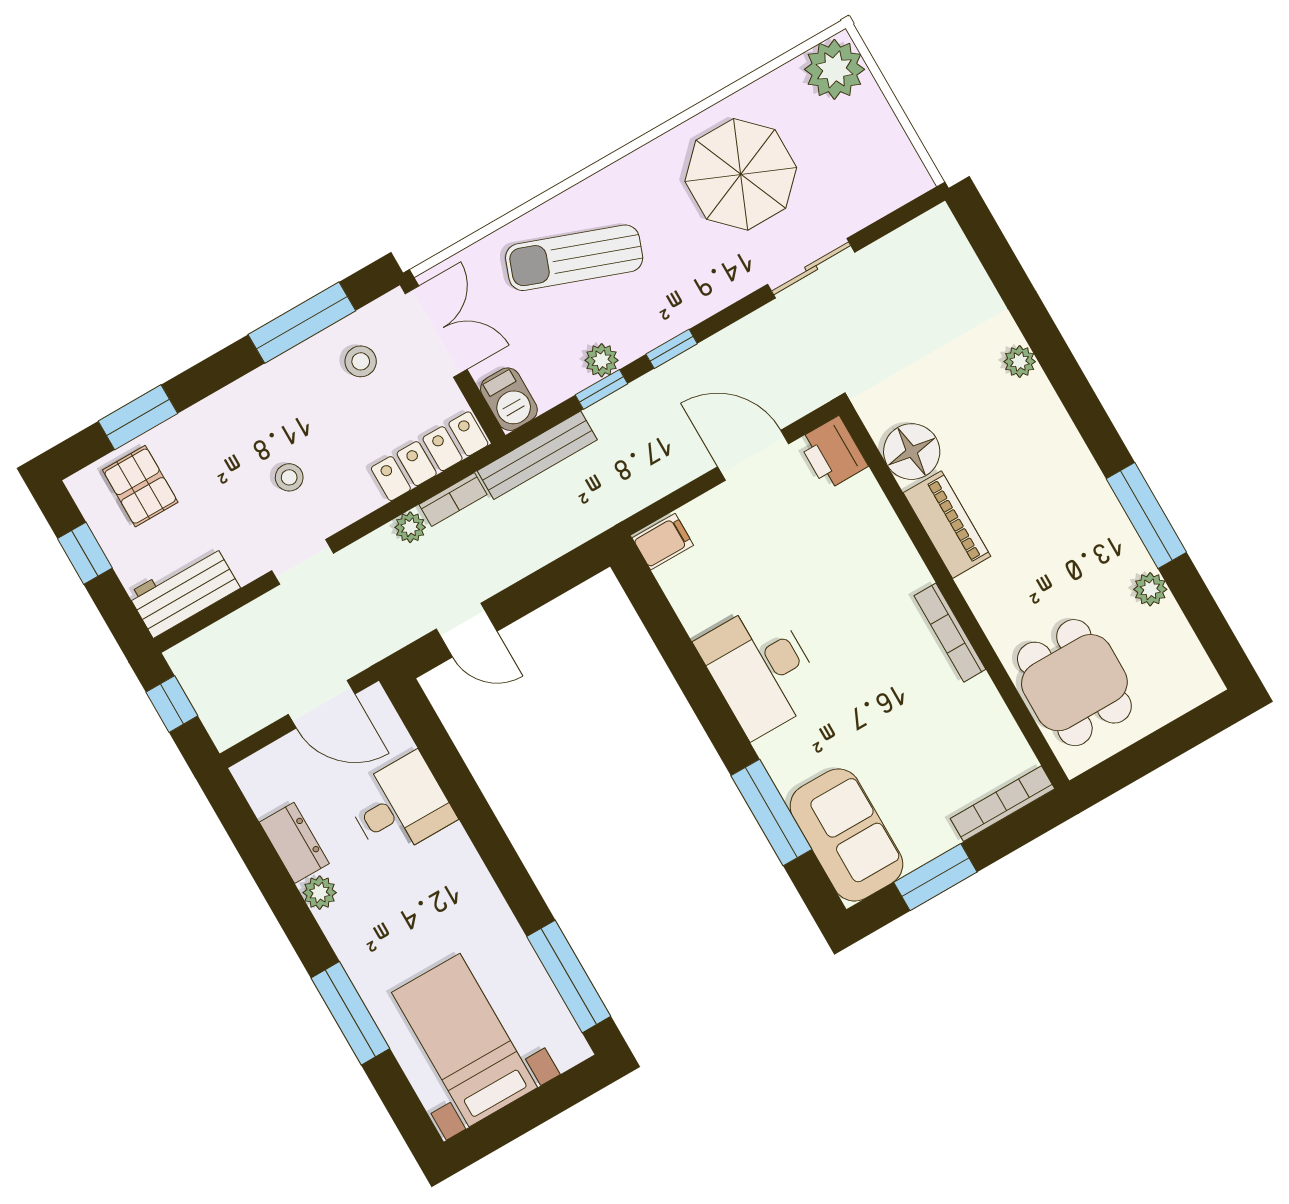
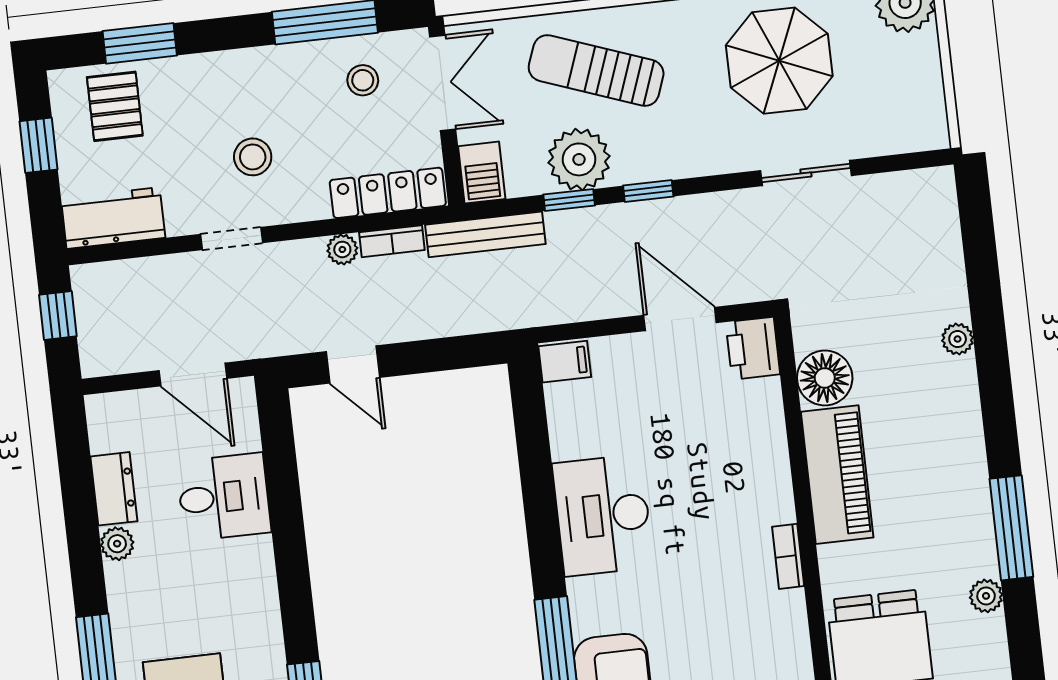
plant: (602, 360) -> (579, 159), width x1.88, depth x1.88
stool: (289, 477) -> (253, 157), width x1.37, depth x1.37
piano: (947, 525) -> (837, 475), width x1.37, depth x1.33
bookcase: (950, 633) -> (788, 556), width x0.64

